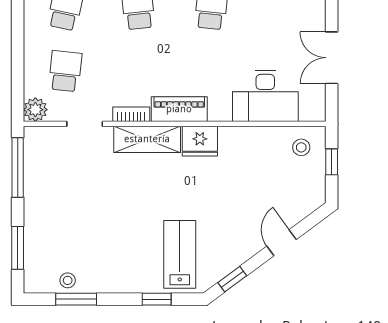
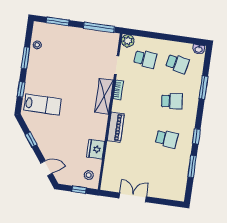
desk: (265, 96) -> (118, 160), removed
piano: (179, 109) -> (116, 127), moved
fridge: (200, 141) -> (96, 149), moved
door: (282, 243) -> (46, 168), moved
window: (232, 279) -> (31, 139), moved
window: (76, 299) -> (25, 58), moved

